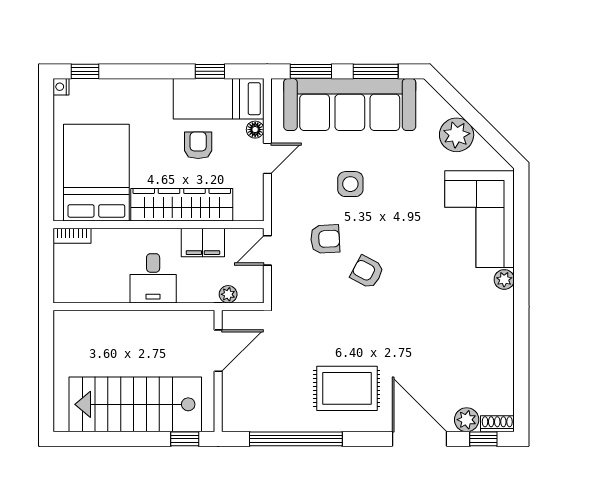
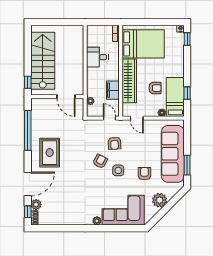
window: (311, 71) -> (187, 137), removed
door: (267, 158) -> (137, 118), moved
armchair: (395, 170) -> (144, 174), added
side table: (350, 184) -> (118, 170), moved
desk: (153, 278) -> (97, 57), moved

